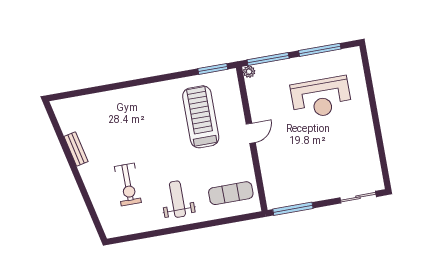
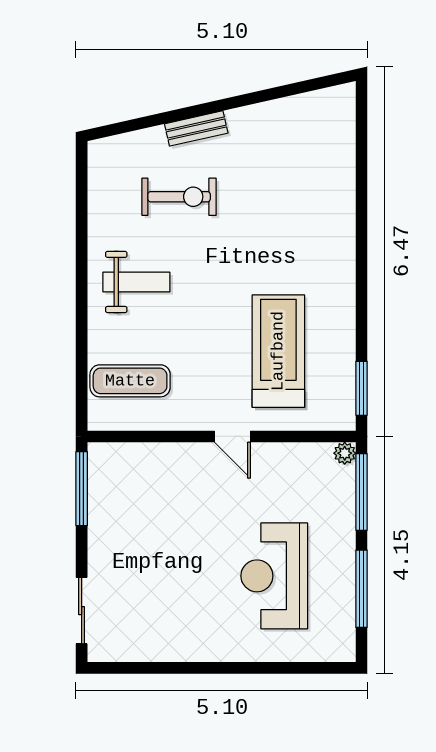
treadmill: (201, 117) -> (278, 351), turned -90
bench: (76, 149) -> (196, 128), moved
exercise bike: (128, 184) -> (179, 197), turned 180
exercise mat: (231, 193) -> (130, 381), turned 90

